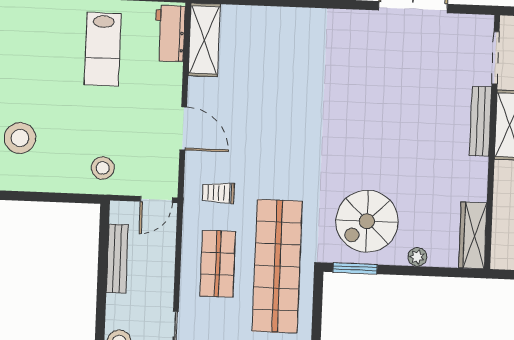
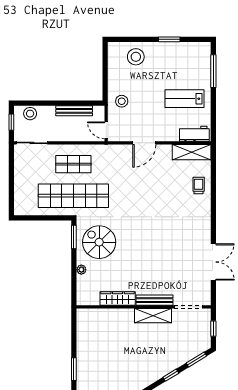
trolley: (218, 193) -> (199, 185), moved
wardrobe: (473, 235) -> (118, 298), moved

